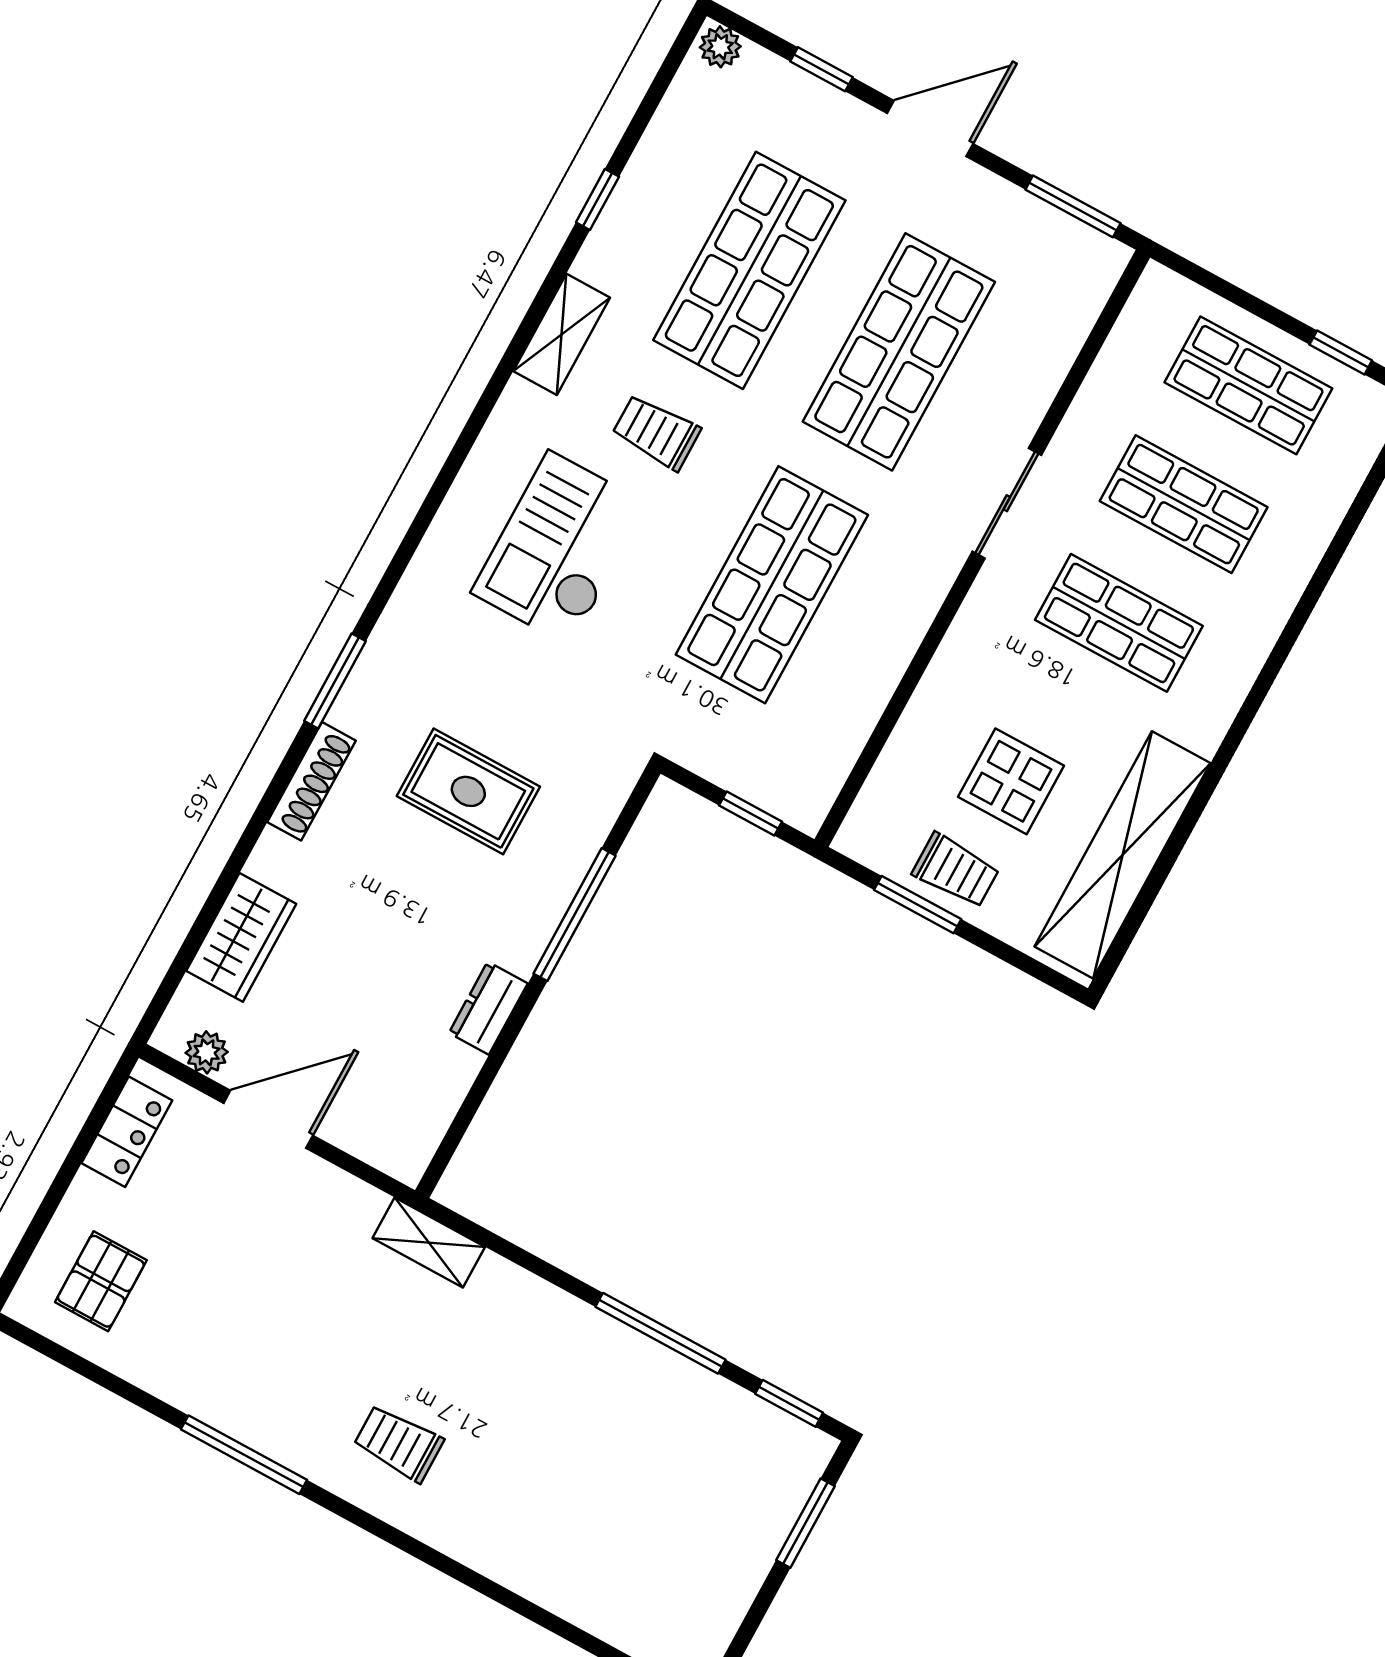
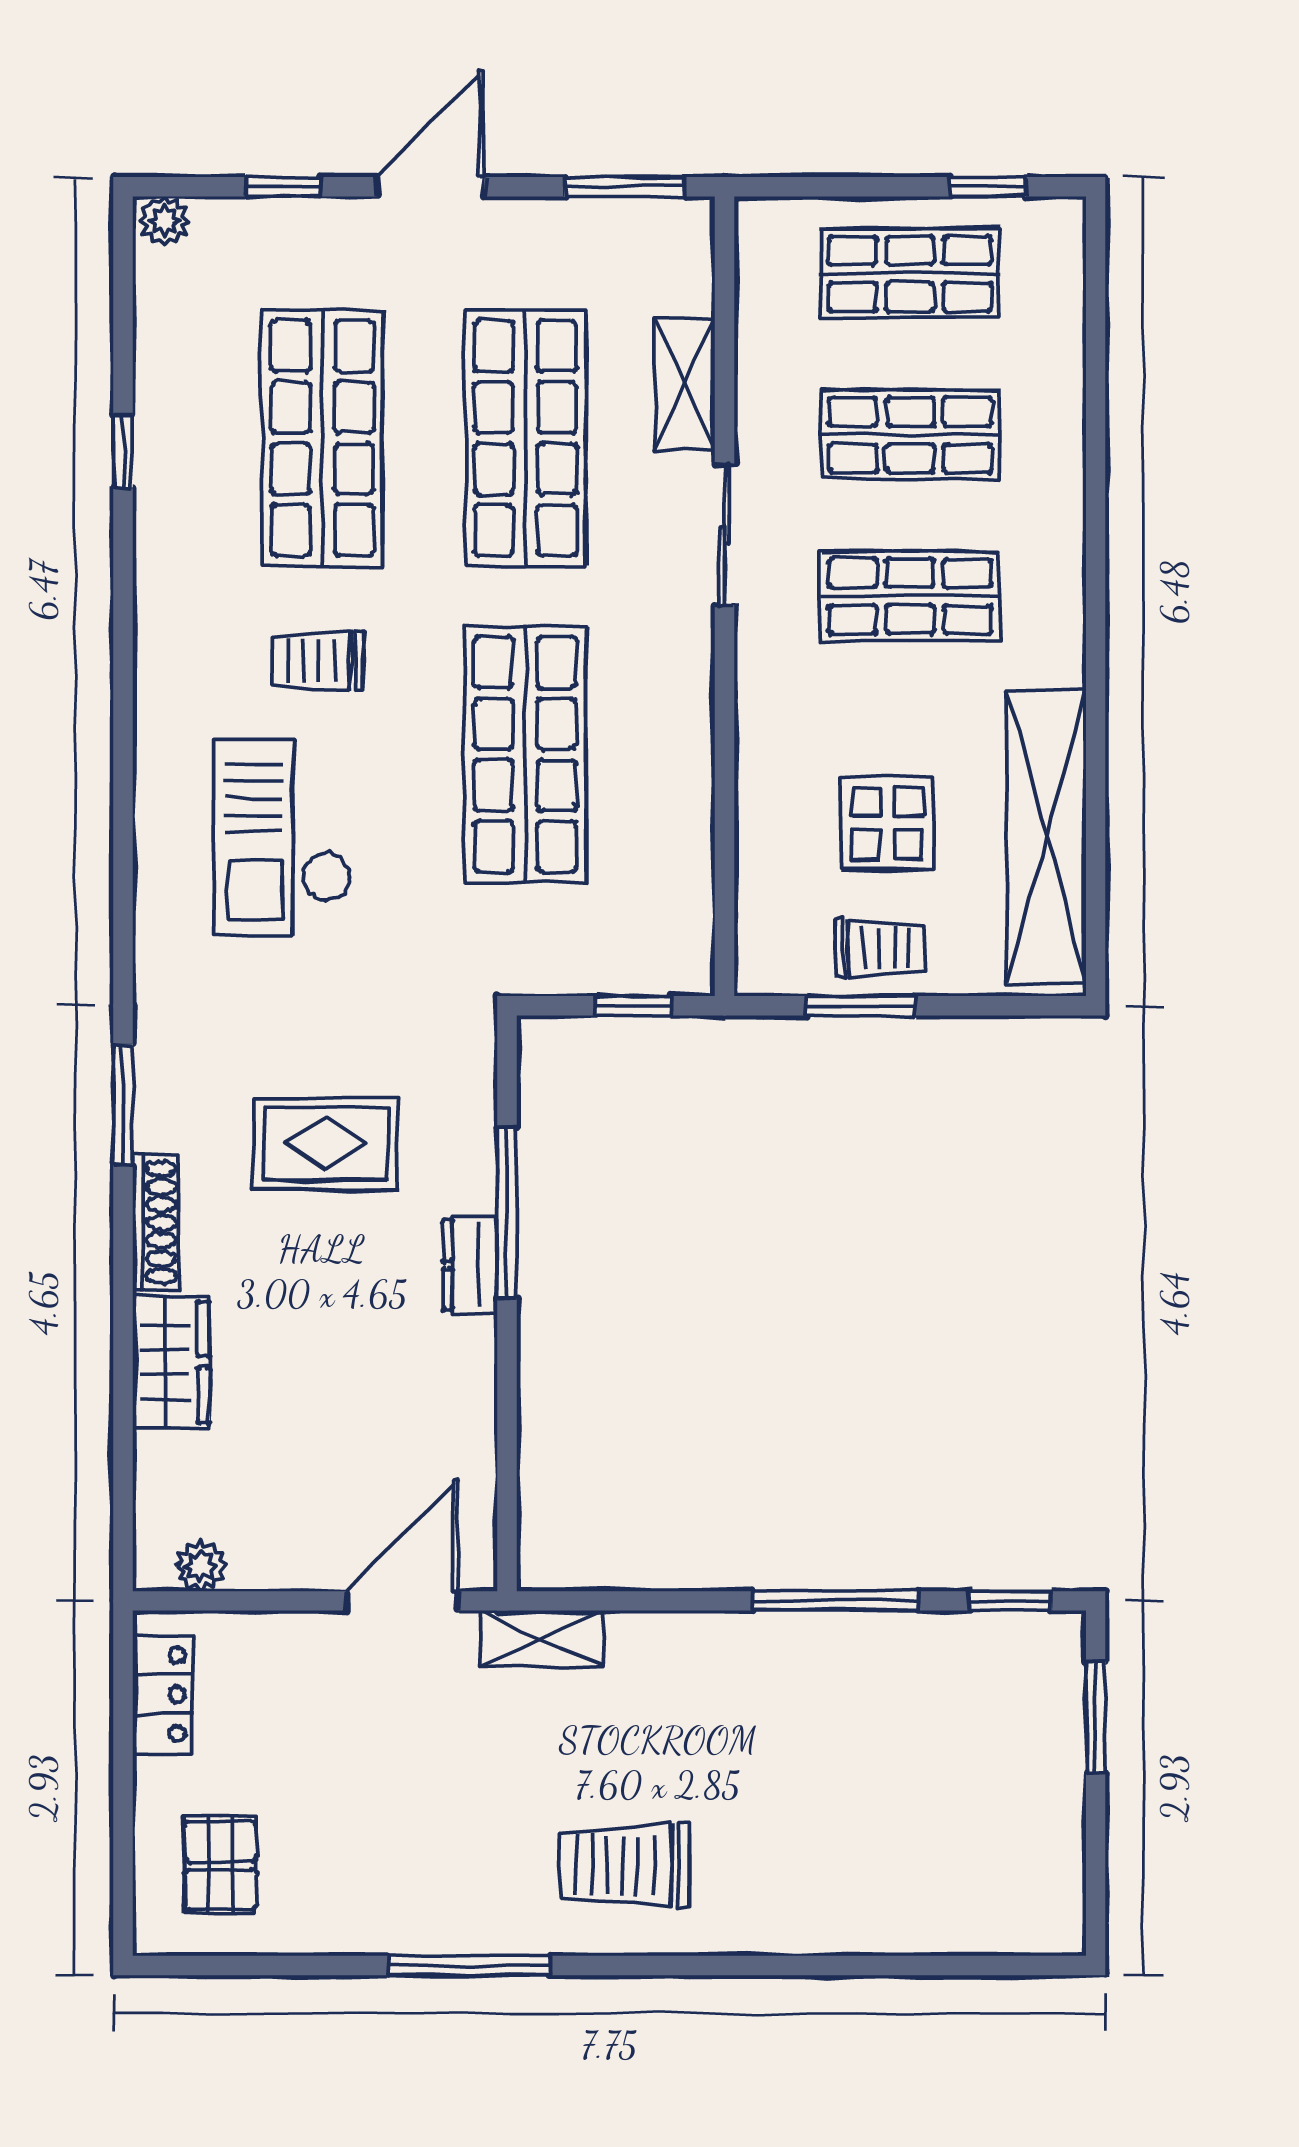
shelving: (562, 334) -> (685, 384), moved
wardrobe: (241, 937) -> (171, 1362), moved
dresser: (488, 1008) -> (470, 1265), moved
door: (268, 1119) -> (402, 1601), moved
trolley: (399, 1443) -> (624, 1865), width x1.36, depth x1.39

